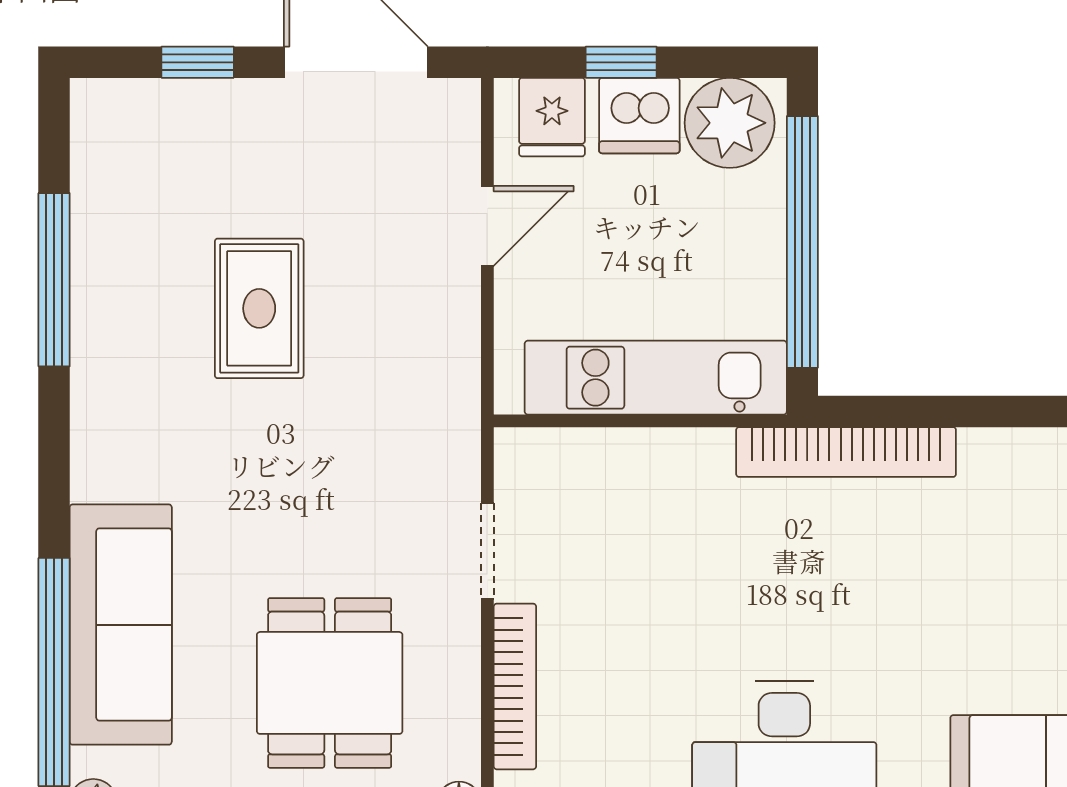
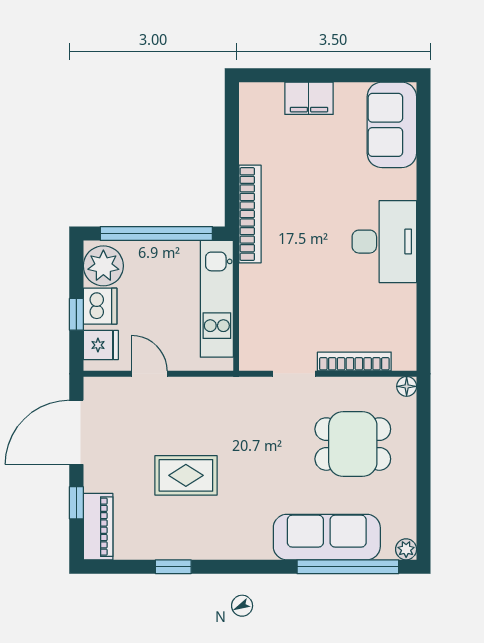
piano: (144, 111) -> (98, 527), added
window: (54, 280) -> (173, 567), width x0.46

